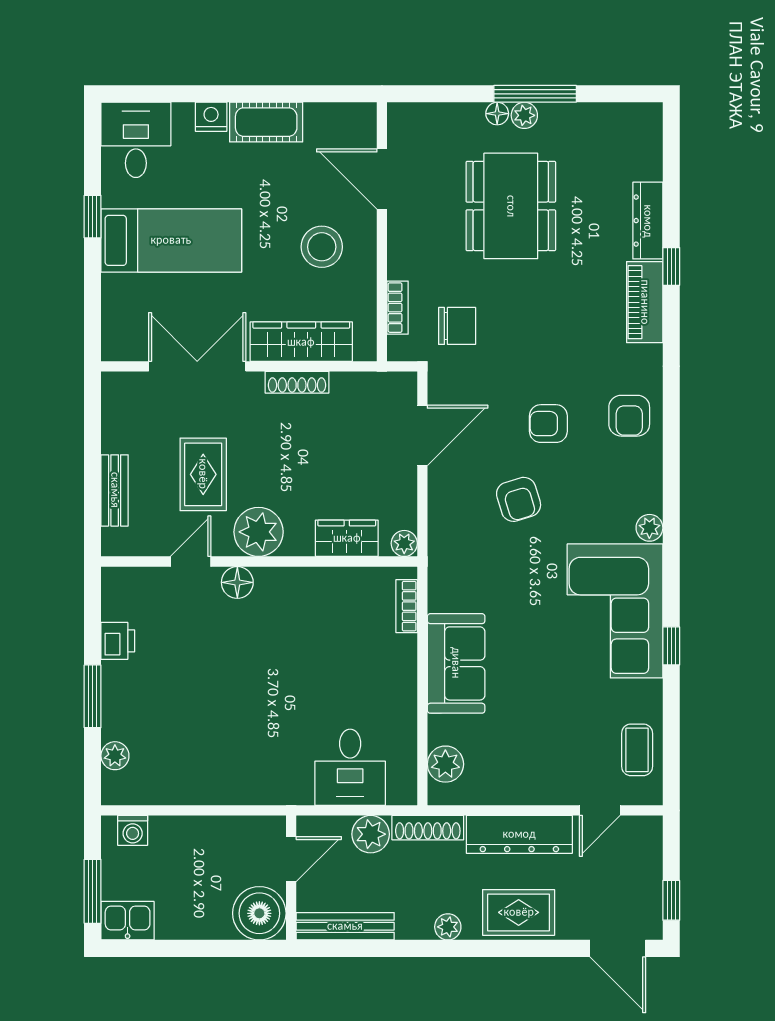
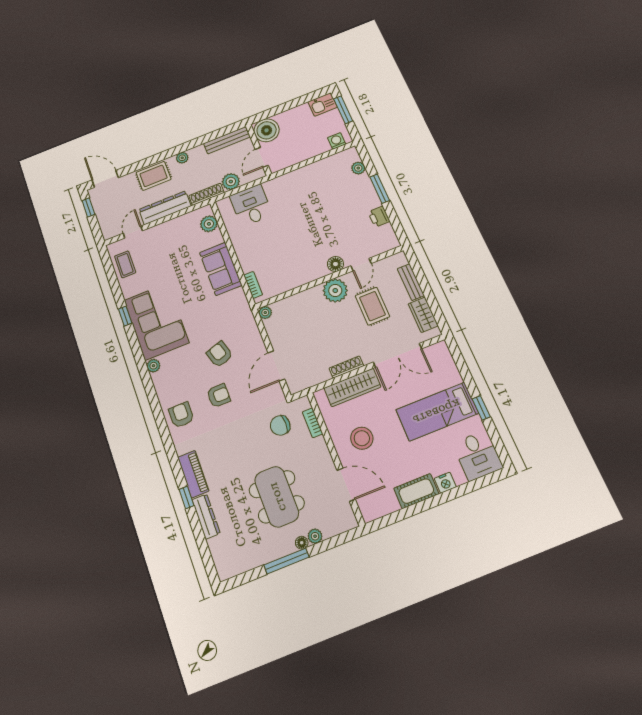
plant: (524, 115) -> (315, 536), moved
wardrobe: (347, 538) -> (423, 315), moved, turned 90

